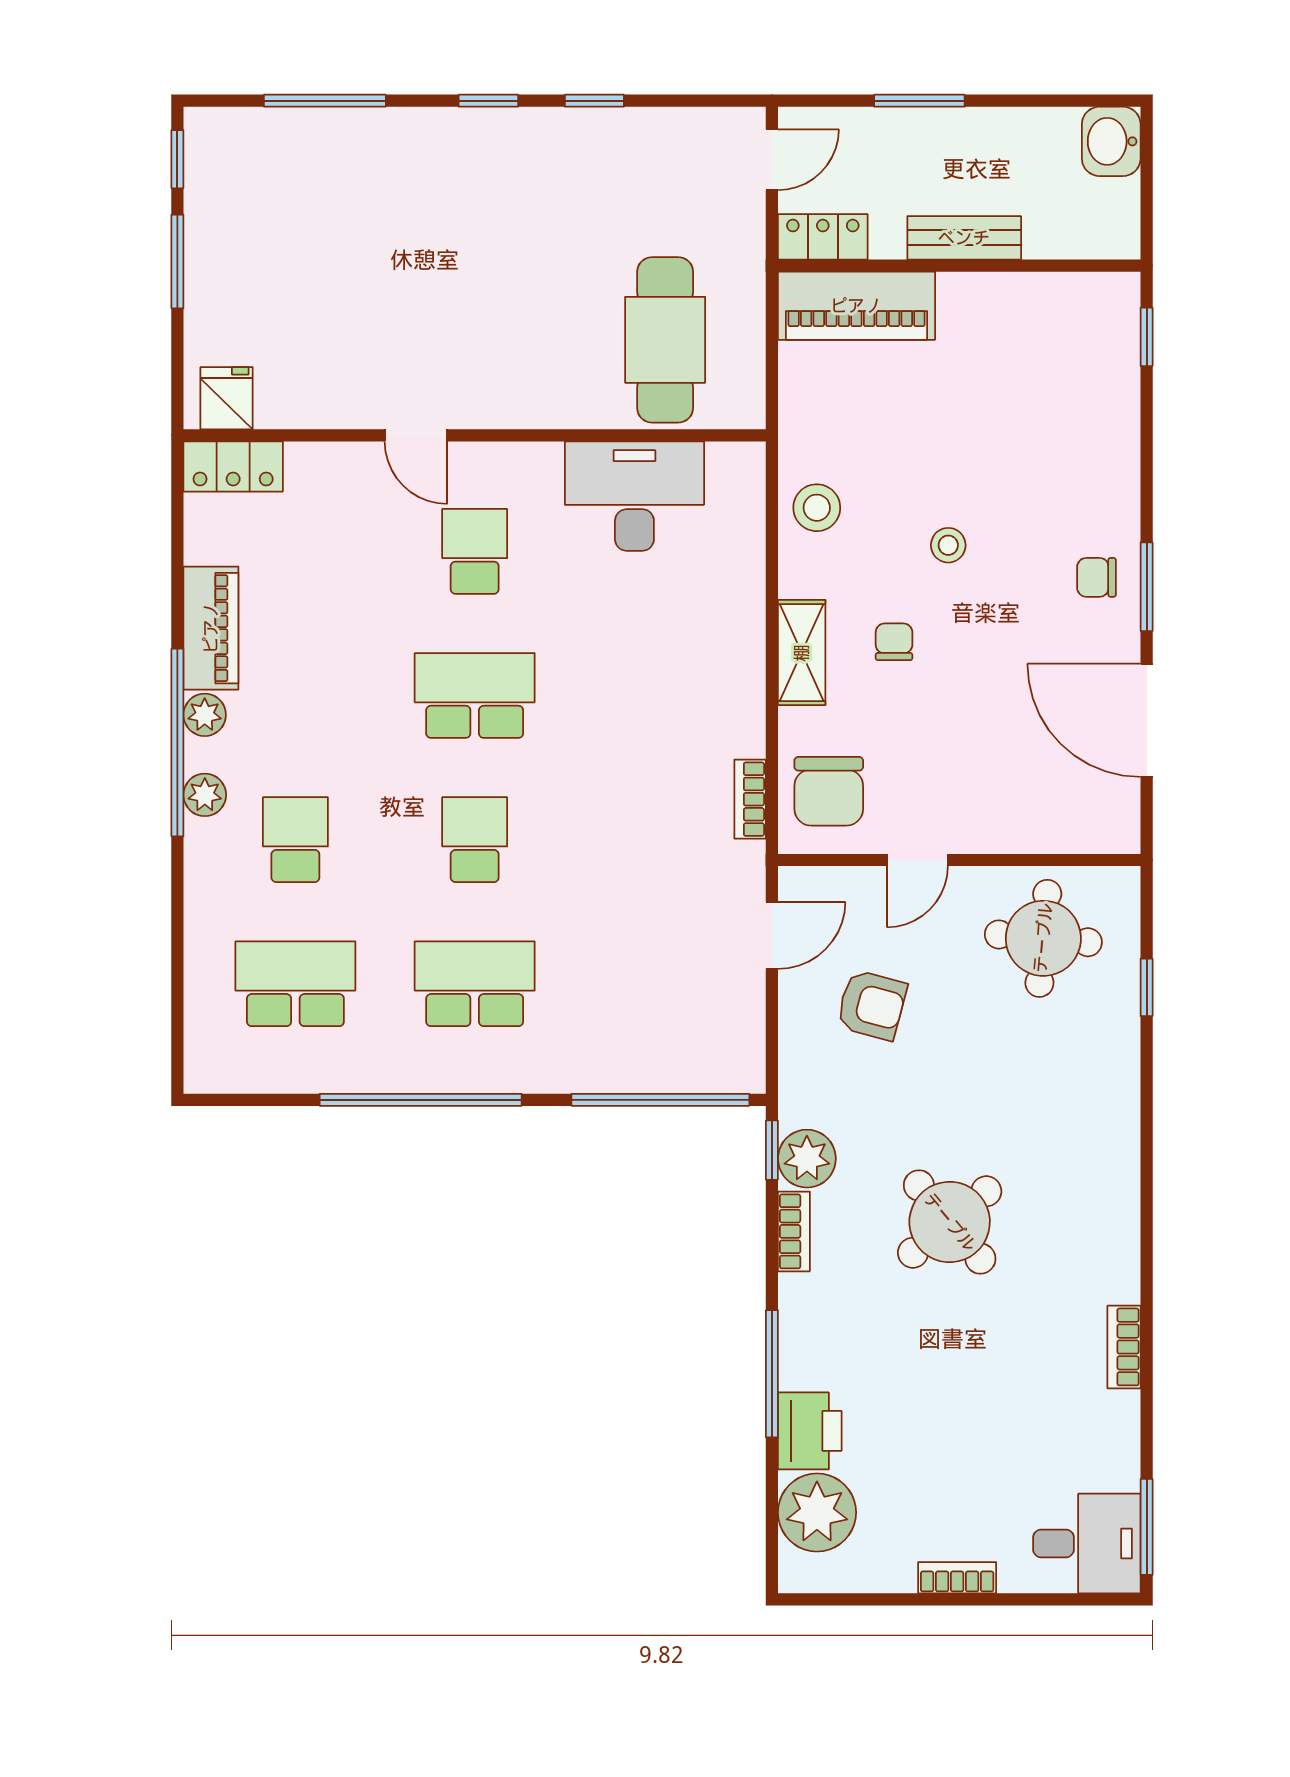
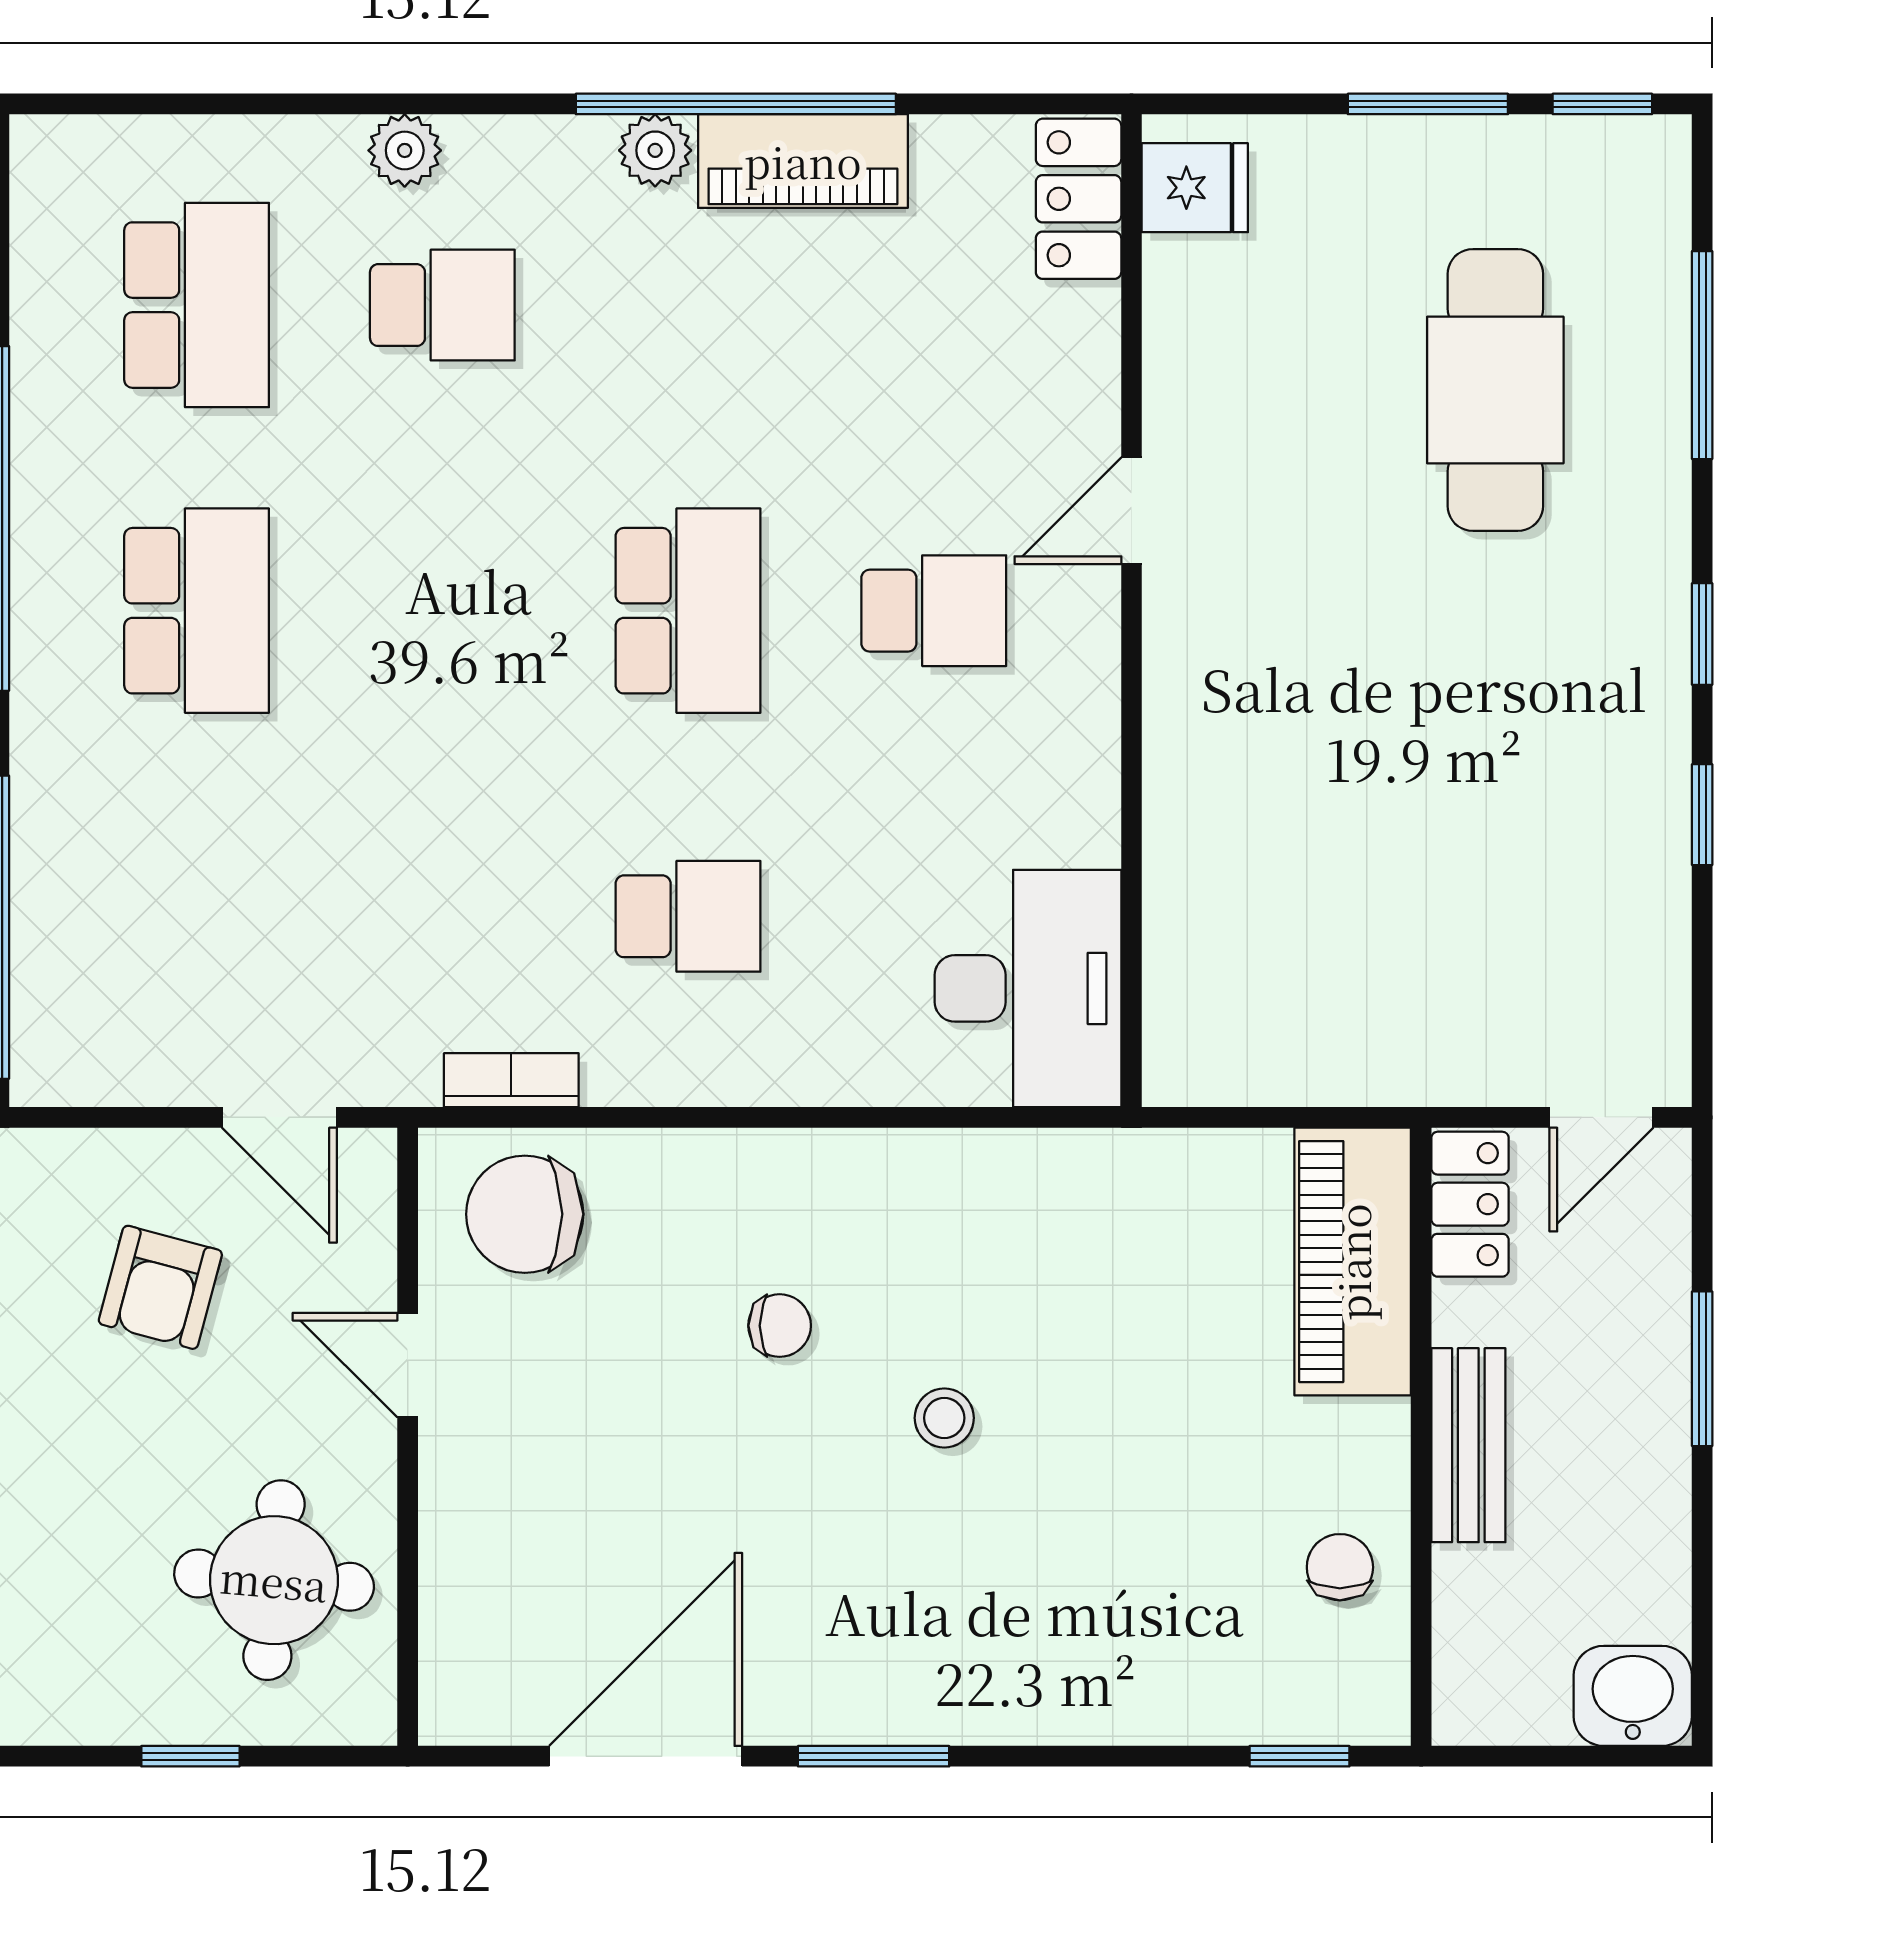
door: (772, 160) -> (1601, 1117), hinge flipped
cafe table: (665, 340) -> (1495, 390), moved, turned 90
desk: (634, 496) -> (1028, 988), moved
stool: (817, 508) -> (1008, 1194), removed
chair: (1096, 577) -> (1340, 1567), moved
shelving: (802, 653) -> (761, 1168), removed
window: (177, 743) -> (736, 104), moved
plant: (205, 795) -> (405, 150), moved
school desk: (475, 840) -> (688, 916), moved

